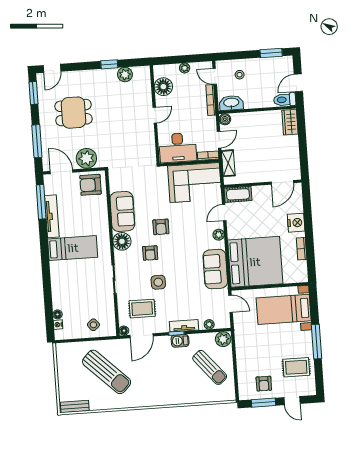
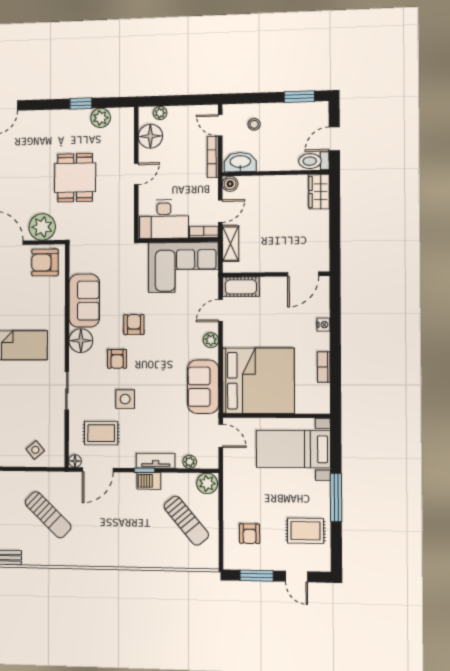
plant: (185, 68) -> (160, 113), moved
dining table: (74, 113) -> (75, 178), moved, turned 90
nightstand: (296, 223) -> (323, 325), width x0.53, depth x0.56
armchair: (161, 227) -> (134, 325), turned 180
sun lounger: (107, 372) -> (48, 515), width x0.73, depth x0.75
armchair: (264, 384) -> (250, 534), moved

